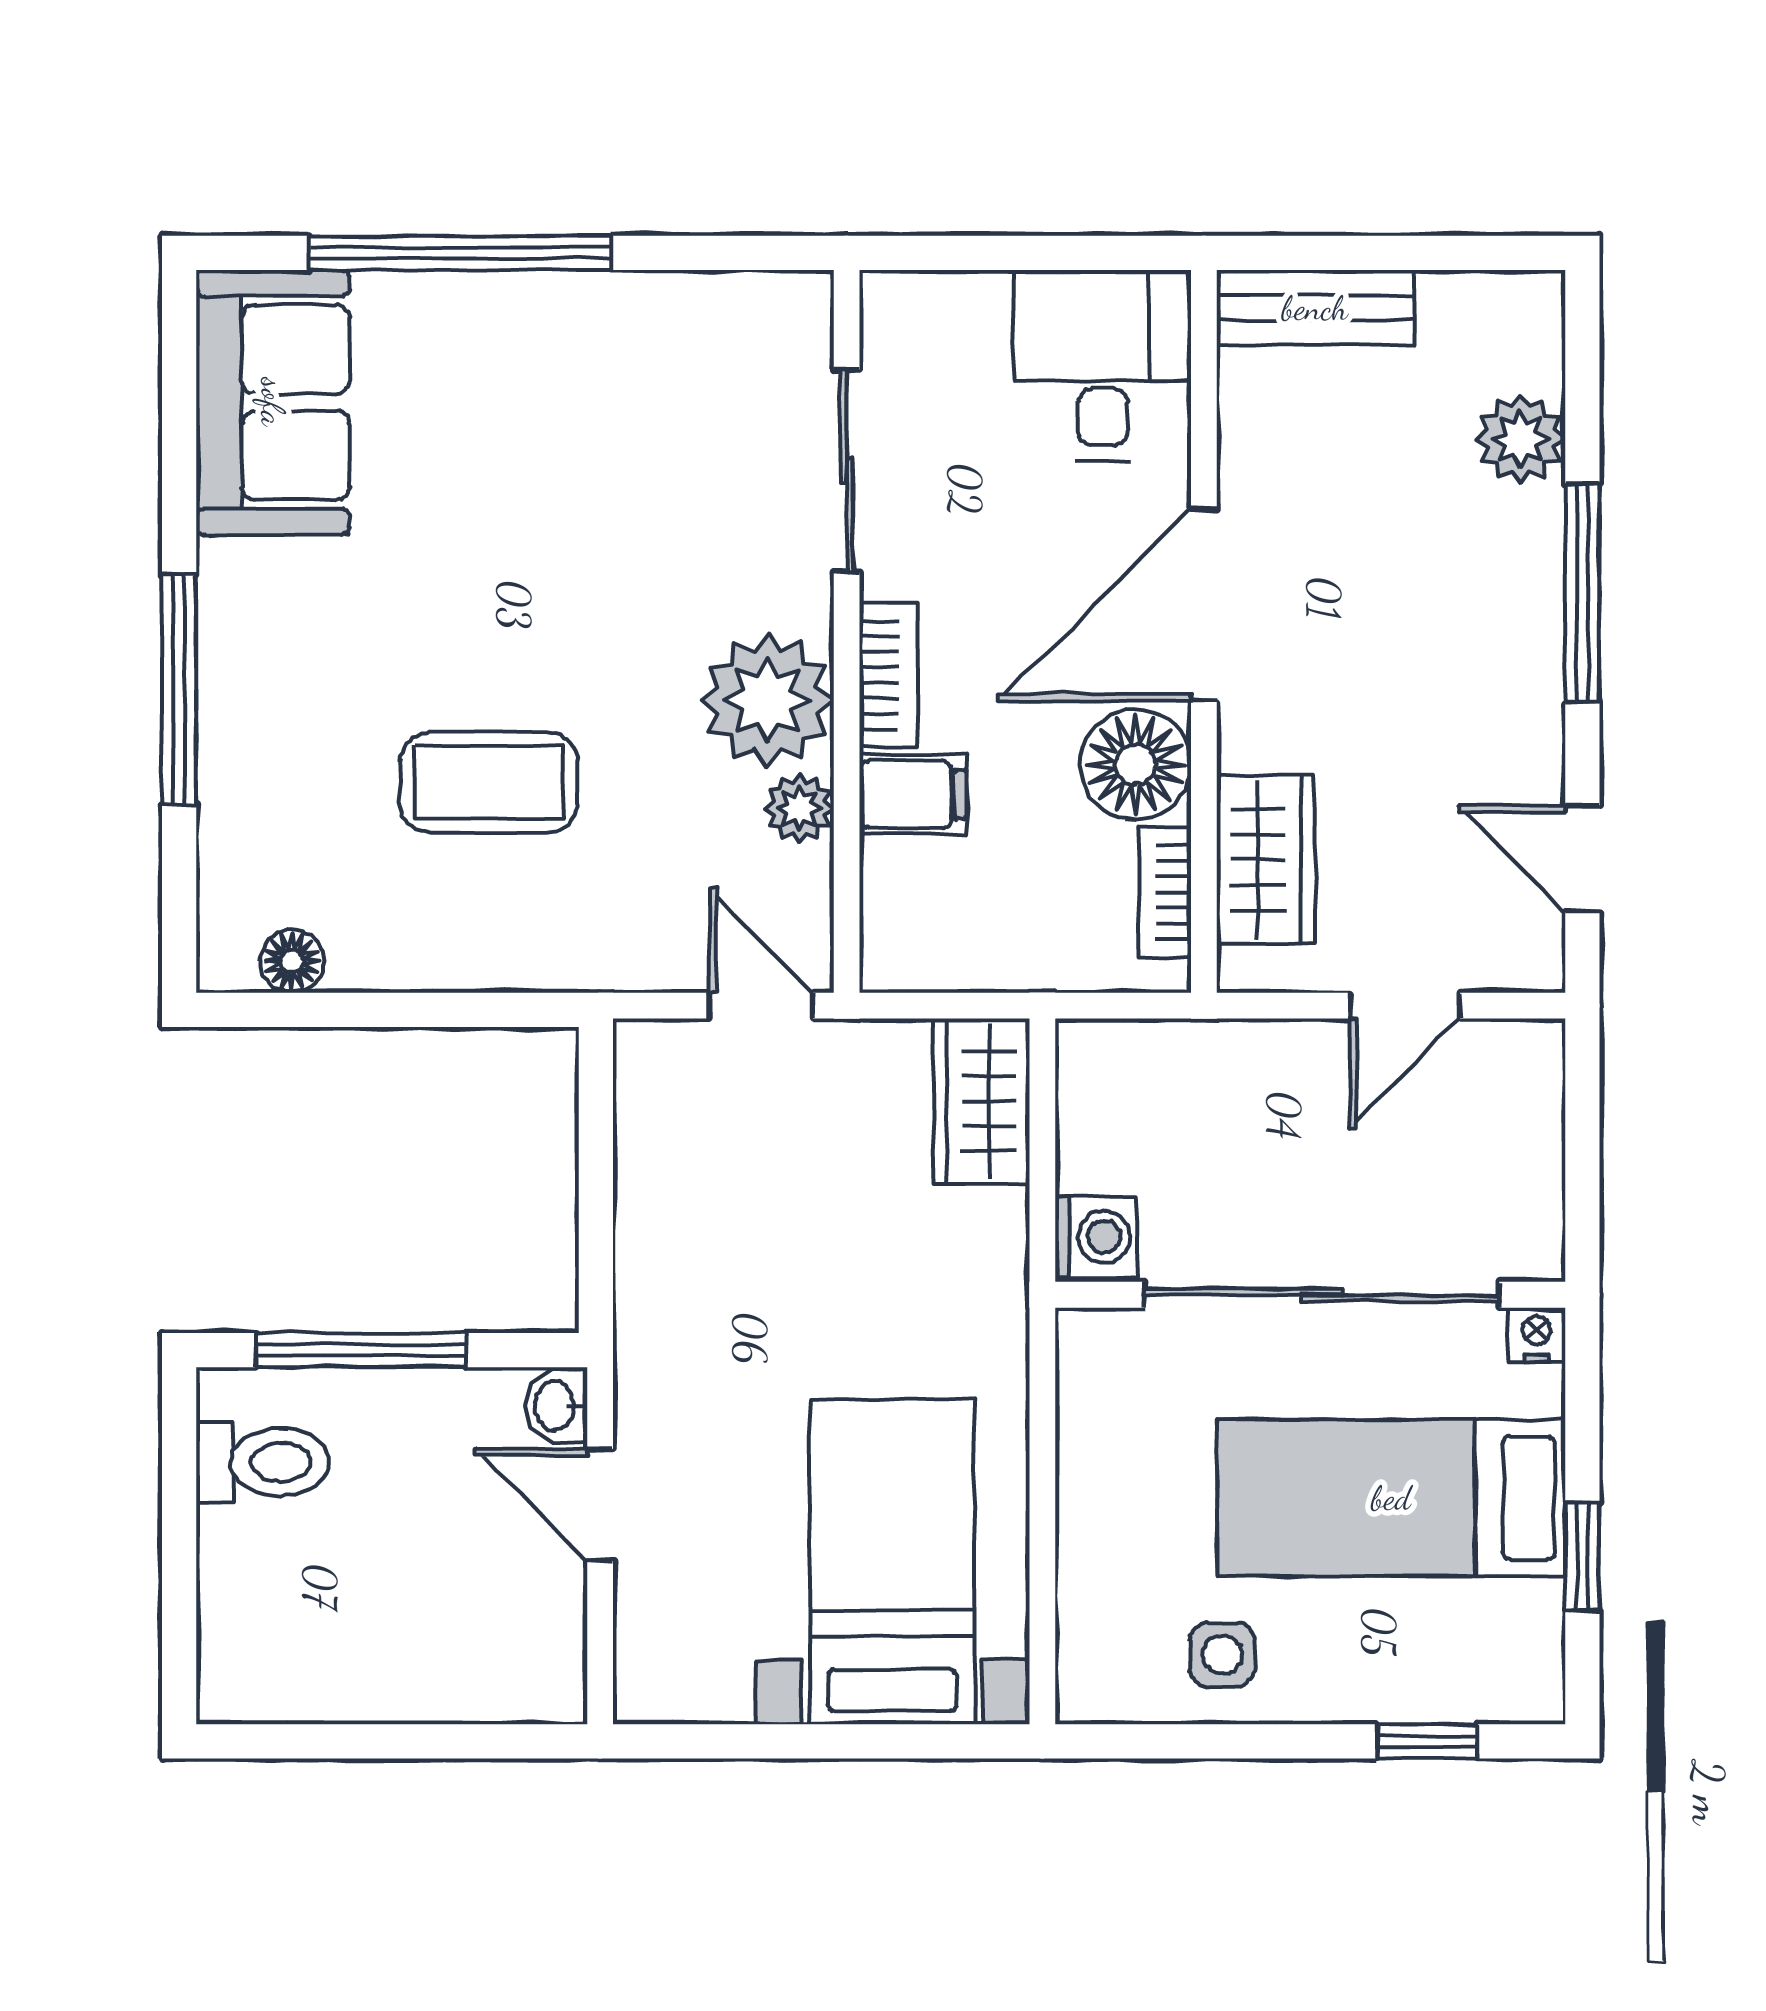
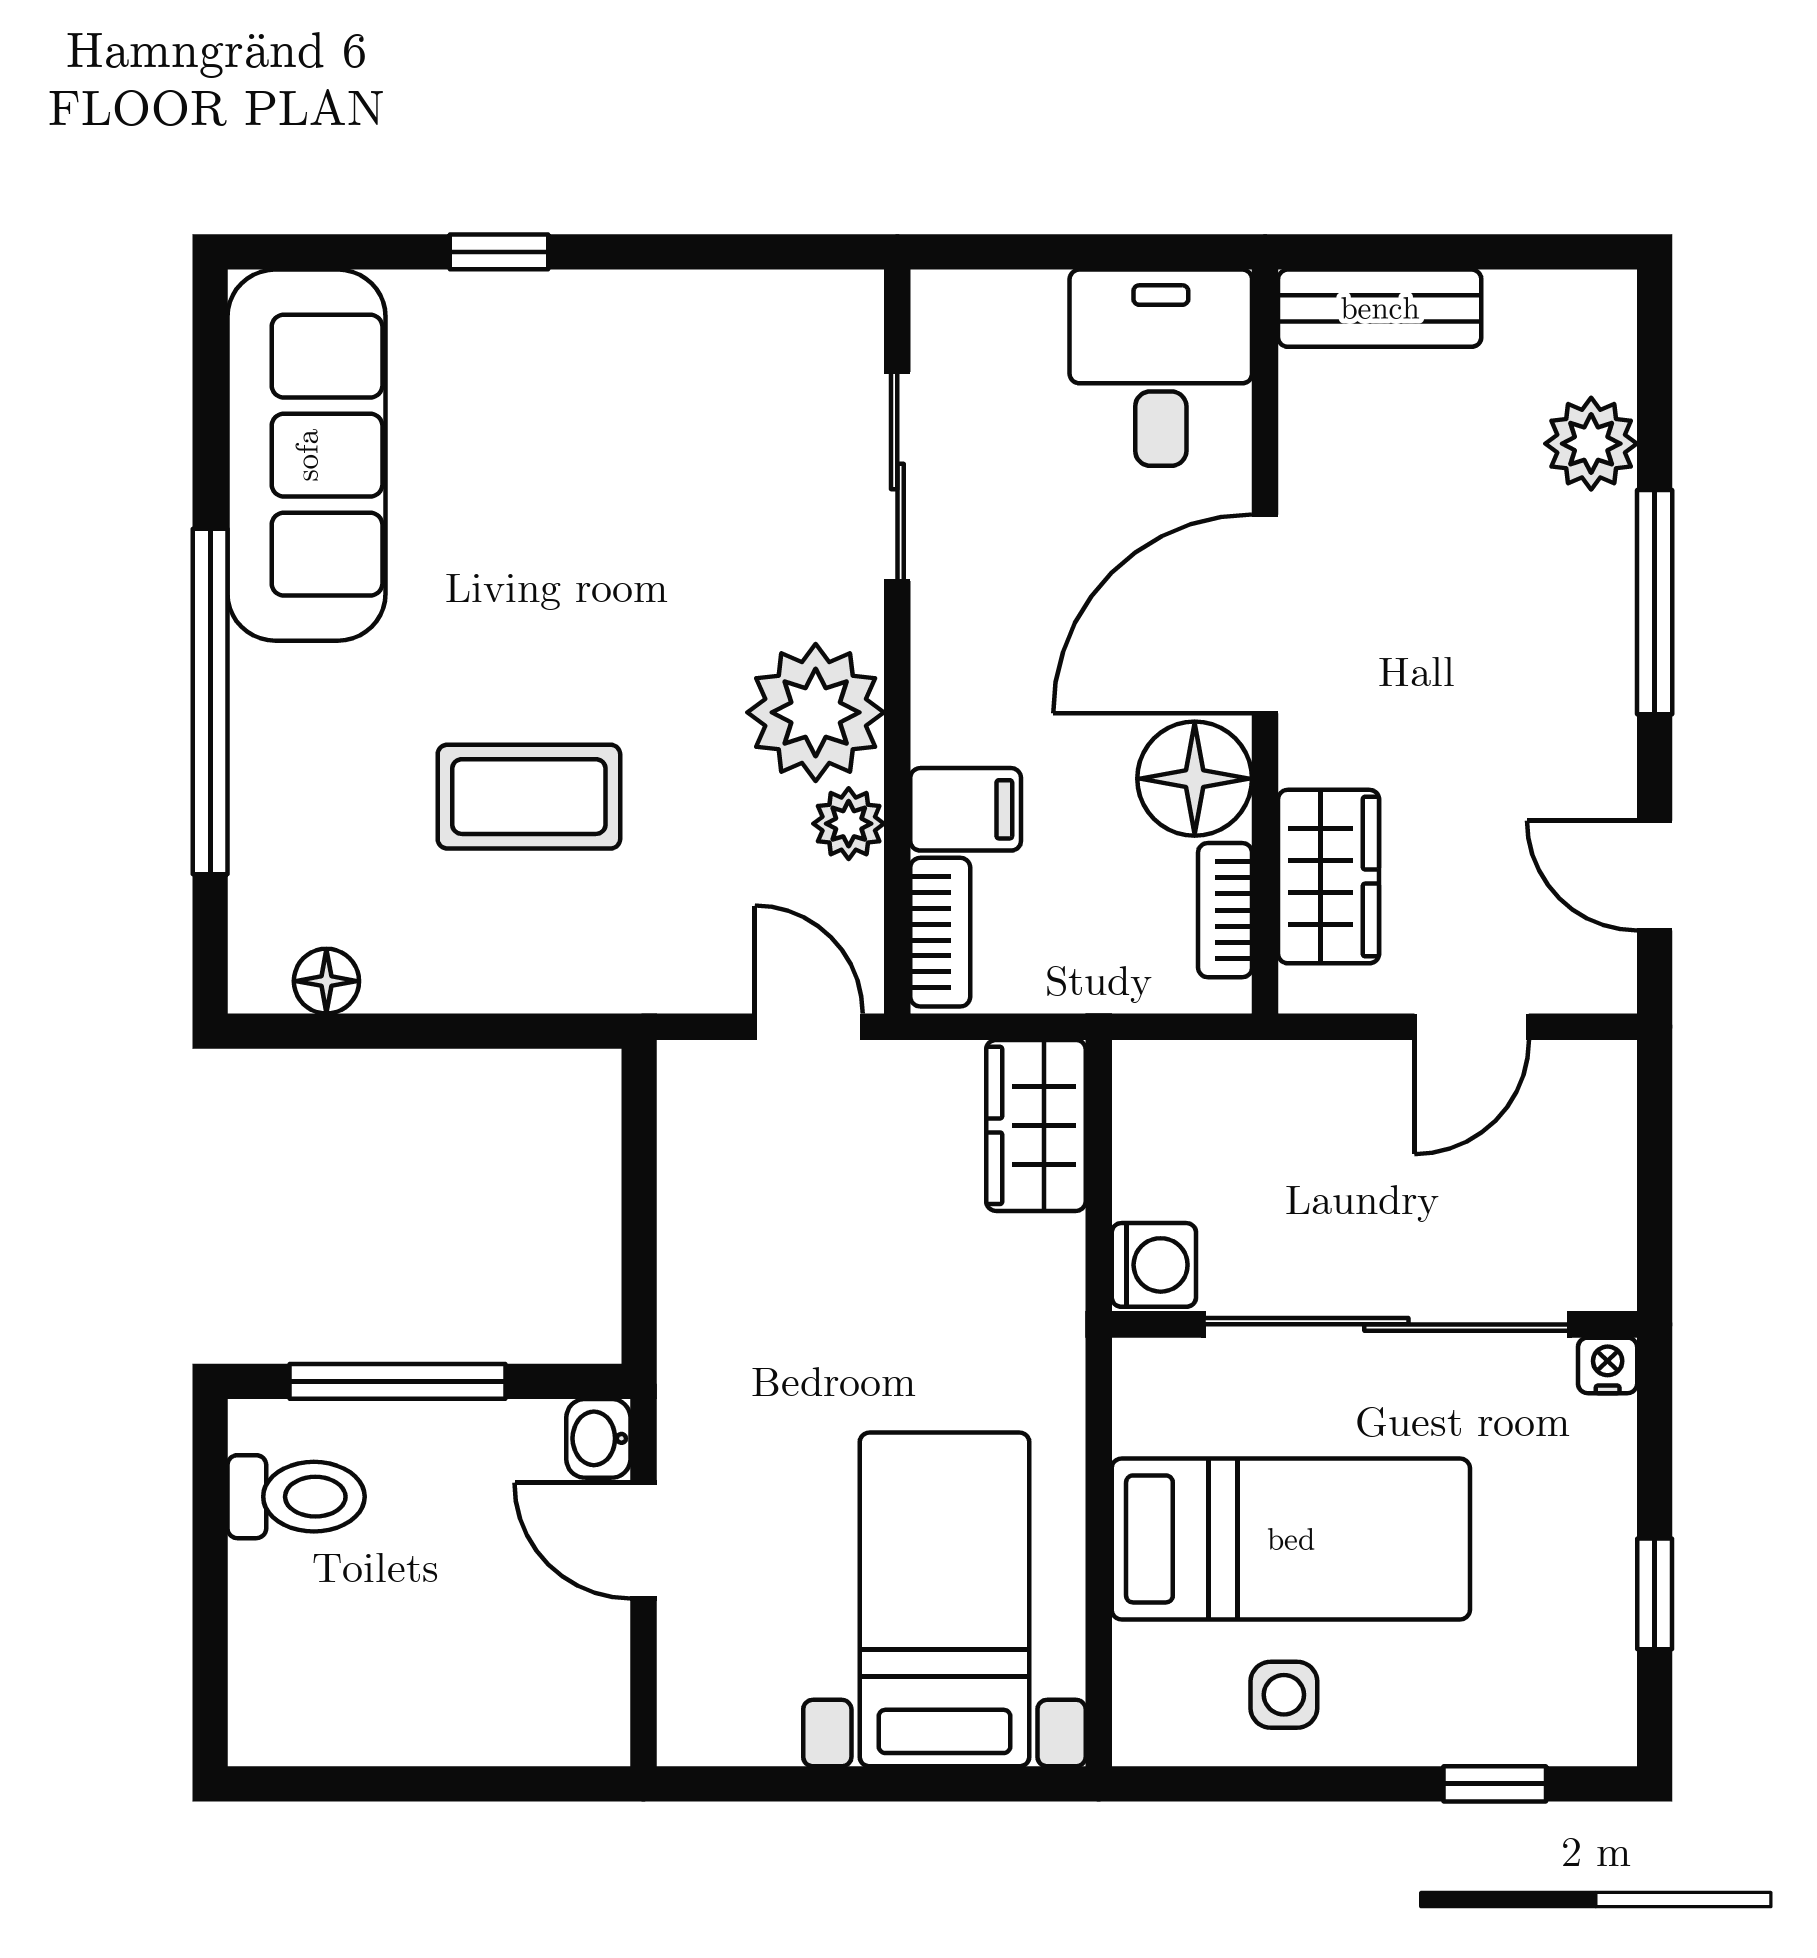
window: (460, 253) -> (499, 252), width x0.32
sofa: (273, 402) -> (307, 455), width x1.36
bookcase: (888, 675) -> (940, 932), moved
window: (179, 690) -> (210, 702), width x1.46
bed: (1391, 1498) -> (1291, 1539), moved, turned 180

